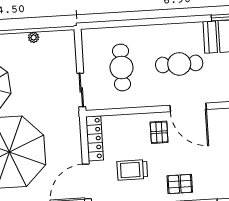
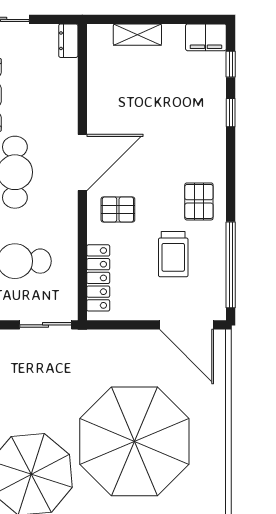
locker: (95, 138) -> (98, 278), moved, turned 90
pallet: (180, 184) -> (199, 201), moved

